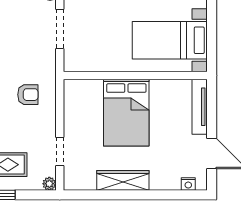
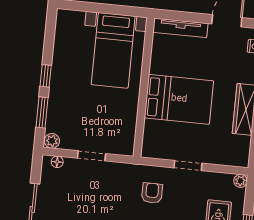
doorway: (60, 29) -> (92, 156), width x0.73
doorway: (60, 152) -> (188, 165), moved

